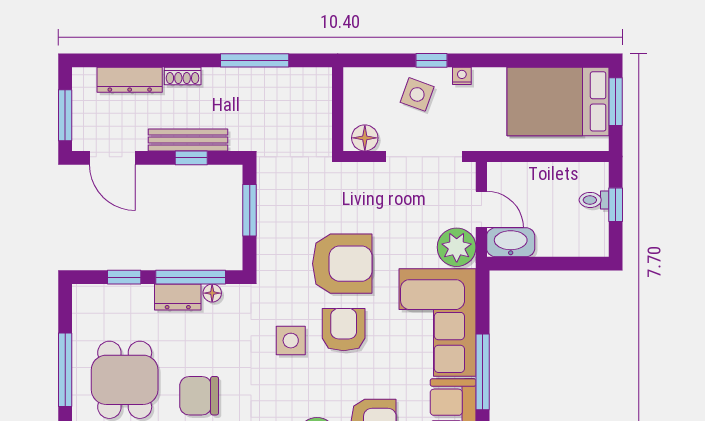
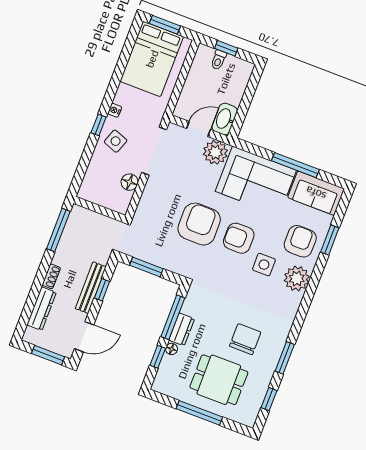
wall: (338, 109) -> (99, 209), moved
floor lamp: (212, 293) -> (172, 349), moved
side table: (291, 341) -> (264, 265), moved
chair: (199, 396) -> (245, 339), turned 180

